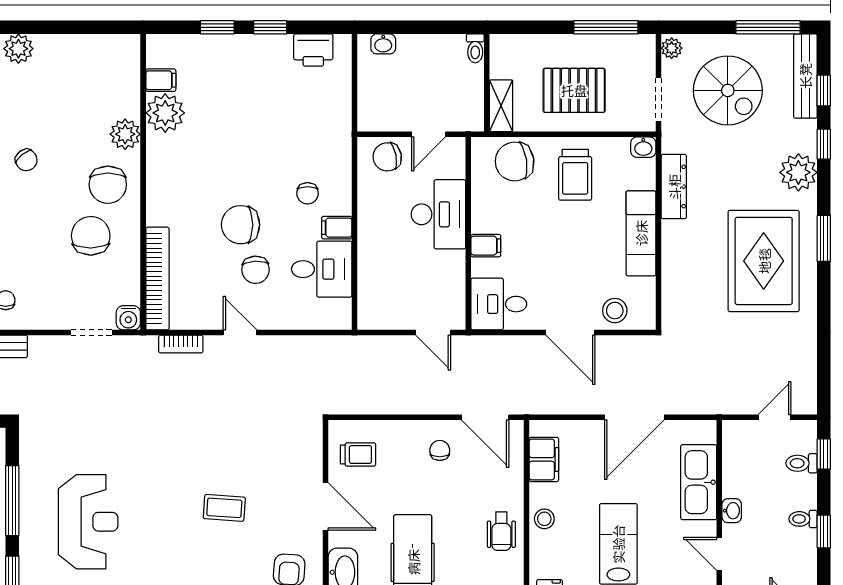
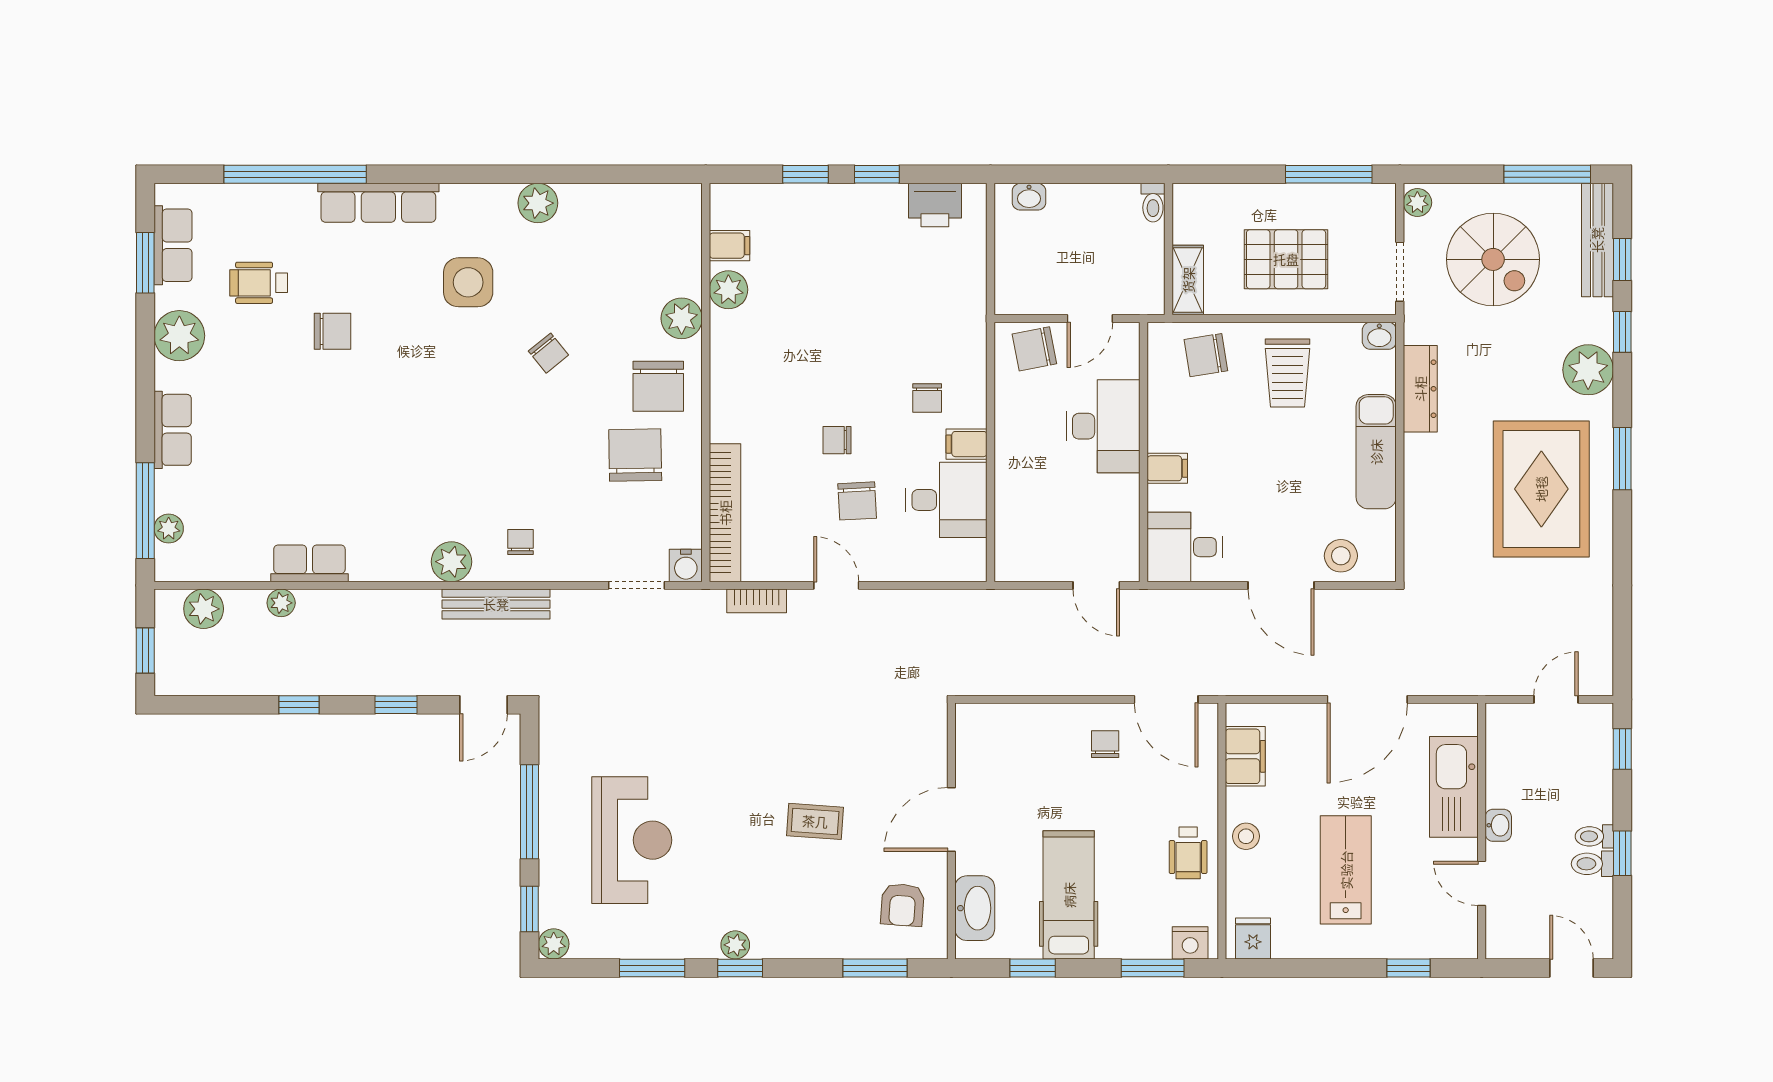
plant: (165, 113) -> (728, 290), width x0.73, depth x0.73
chair: (515, 161) -> (1206, 355), width x0.73, depth x0.73
chair: (241, 225) -> (837, 440), width x0.54, depth x0.54
trolley: (358, 454) -> (995, 750), removed
toilet: (802, 463) -> (1592, 864), moved
door: (326, 506) -> (951, 819), swing flipped

